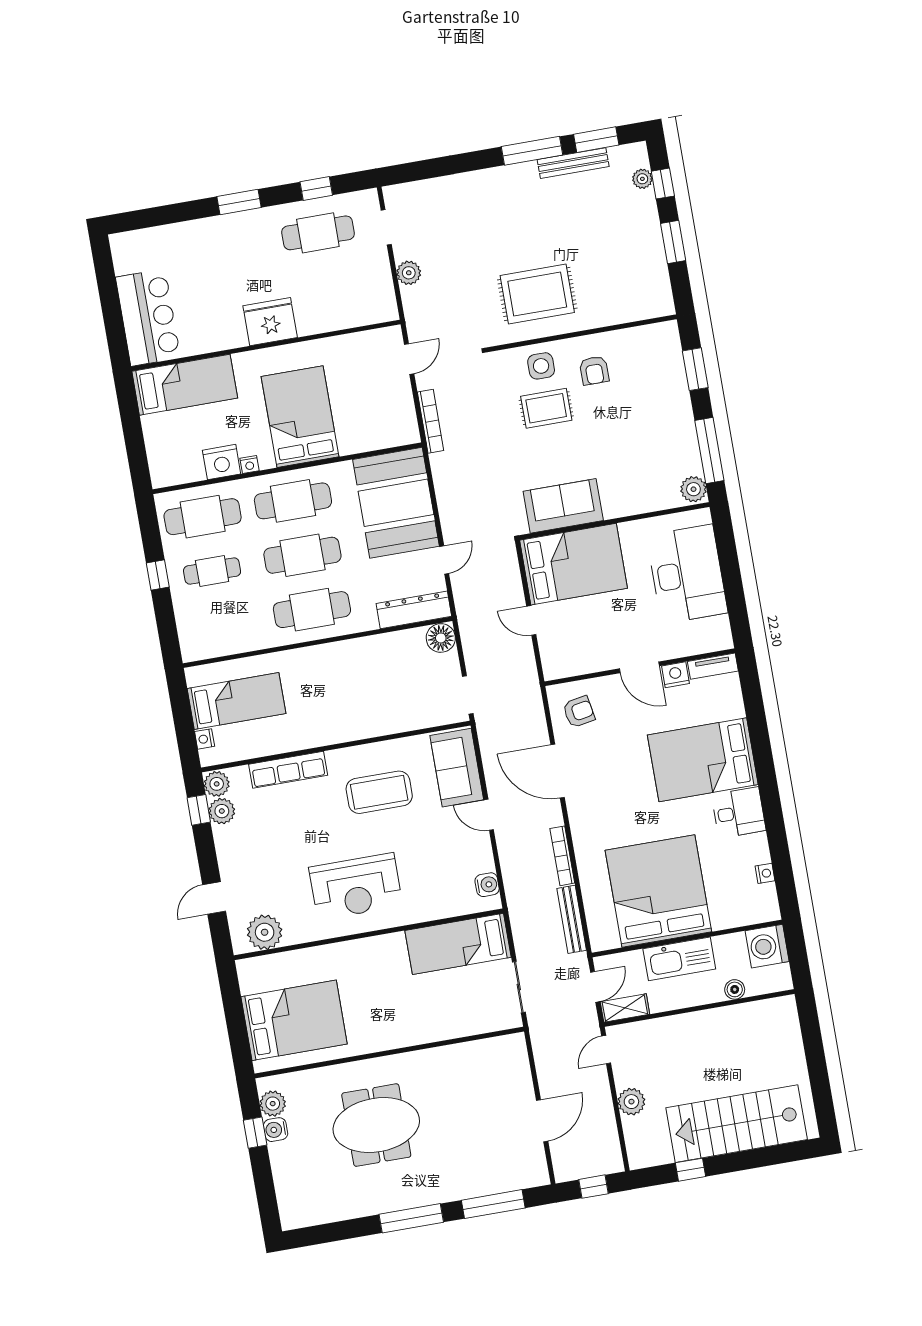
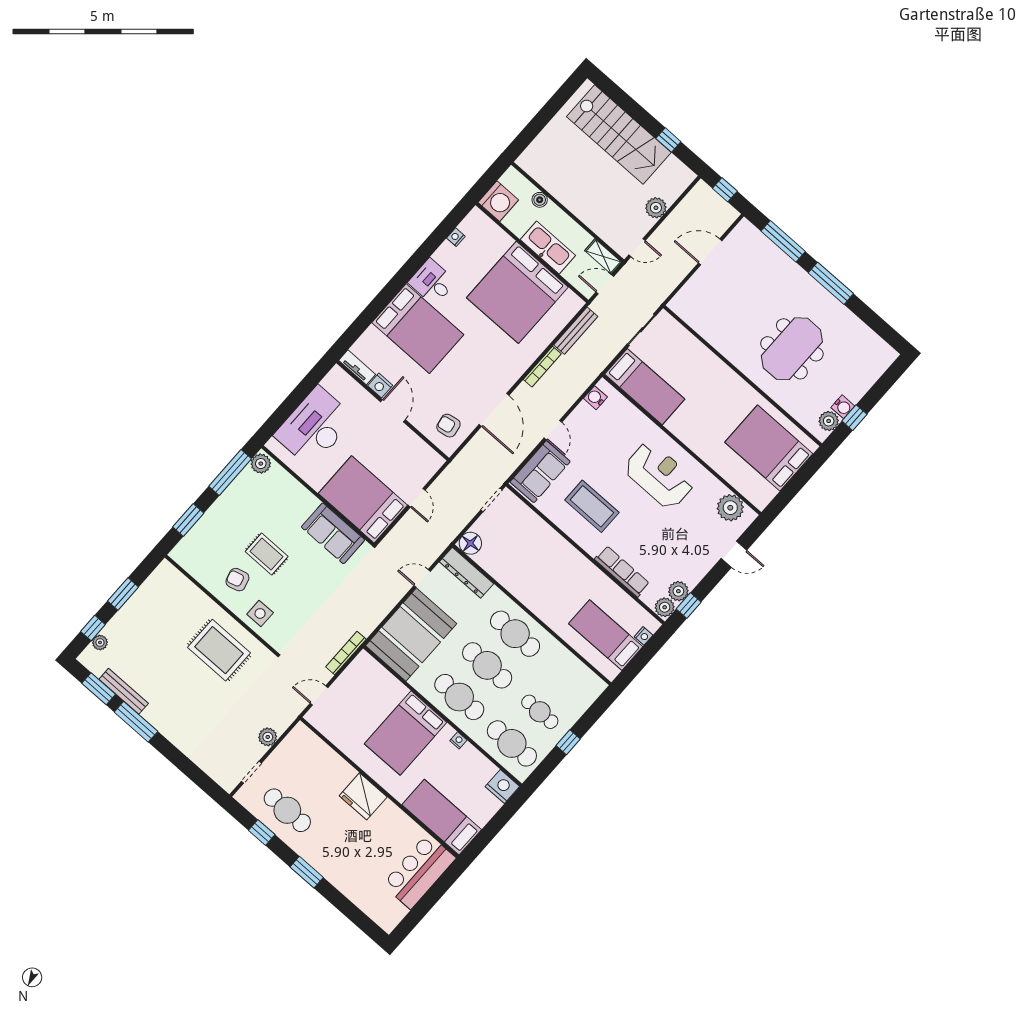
armchair: (594, 371) -> (237, 580), turned -105
rug: (546, 408) -> (267, 554), moved
nightstand: (222, 462) -> (502, 787), moved
meeting table: (376, 1125) -> (792, 349), turned 90

